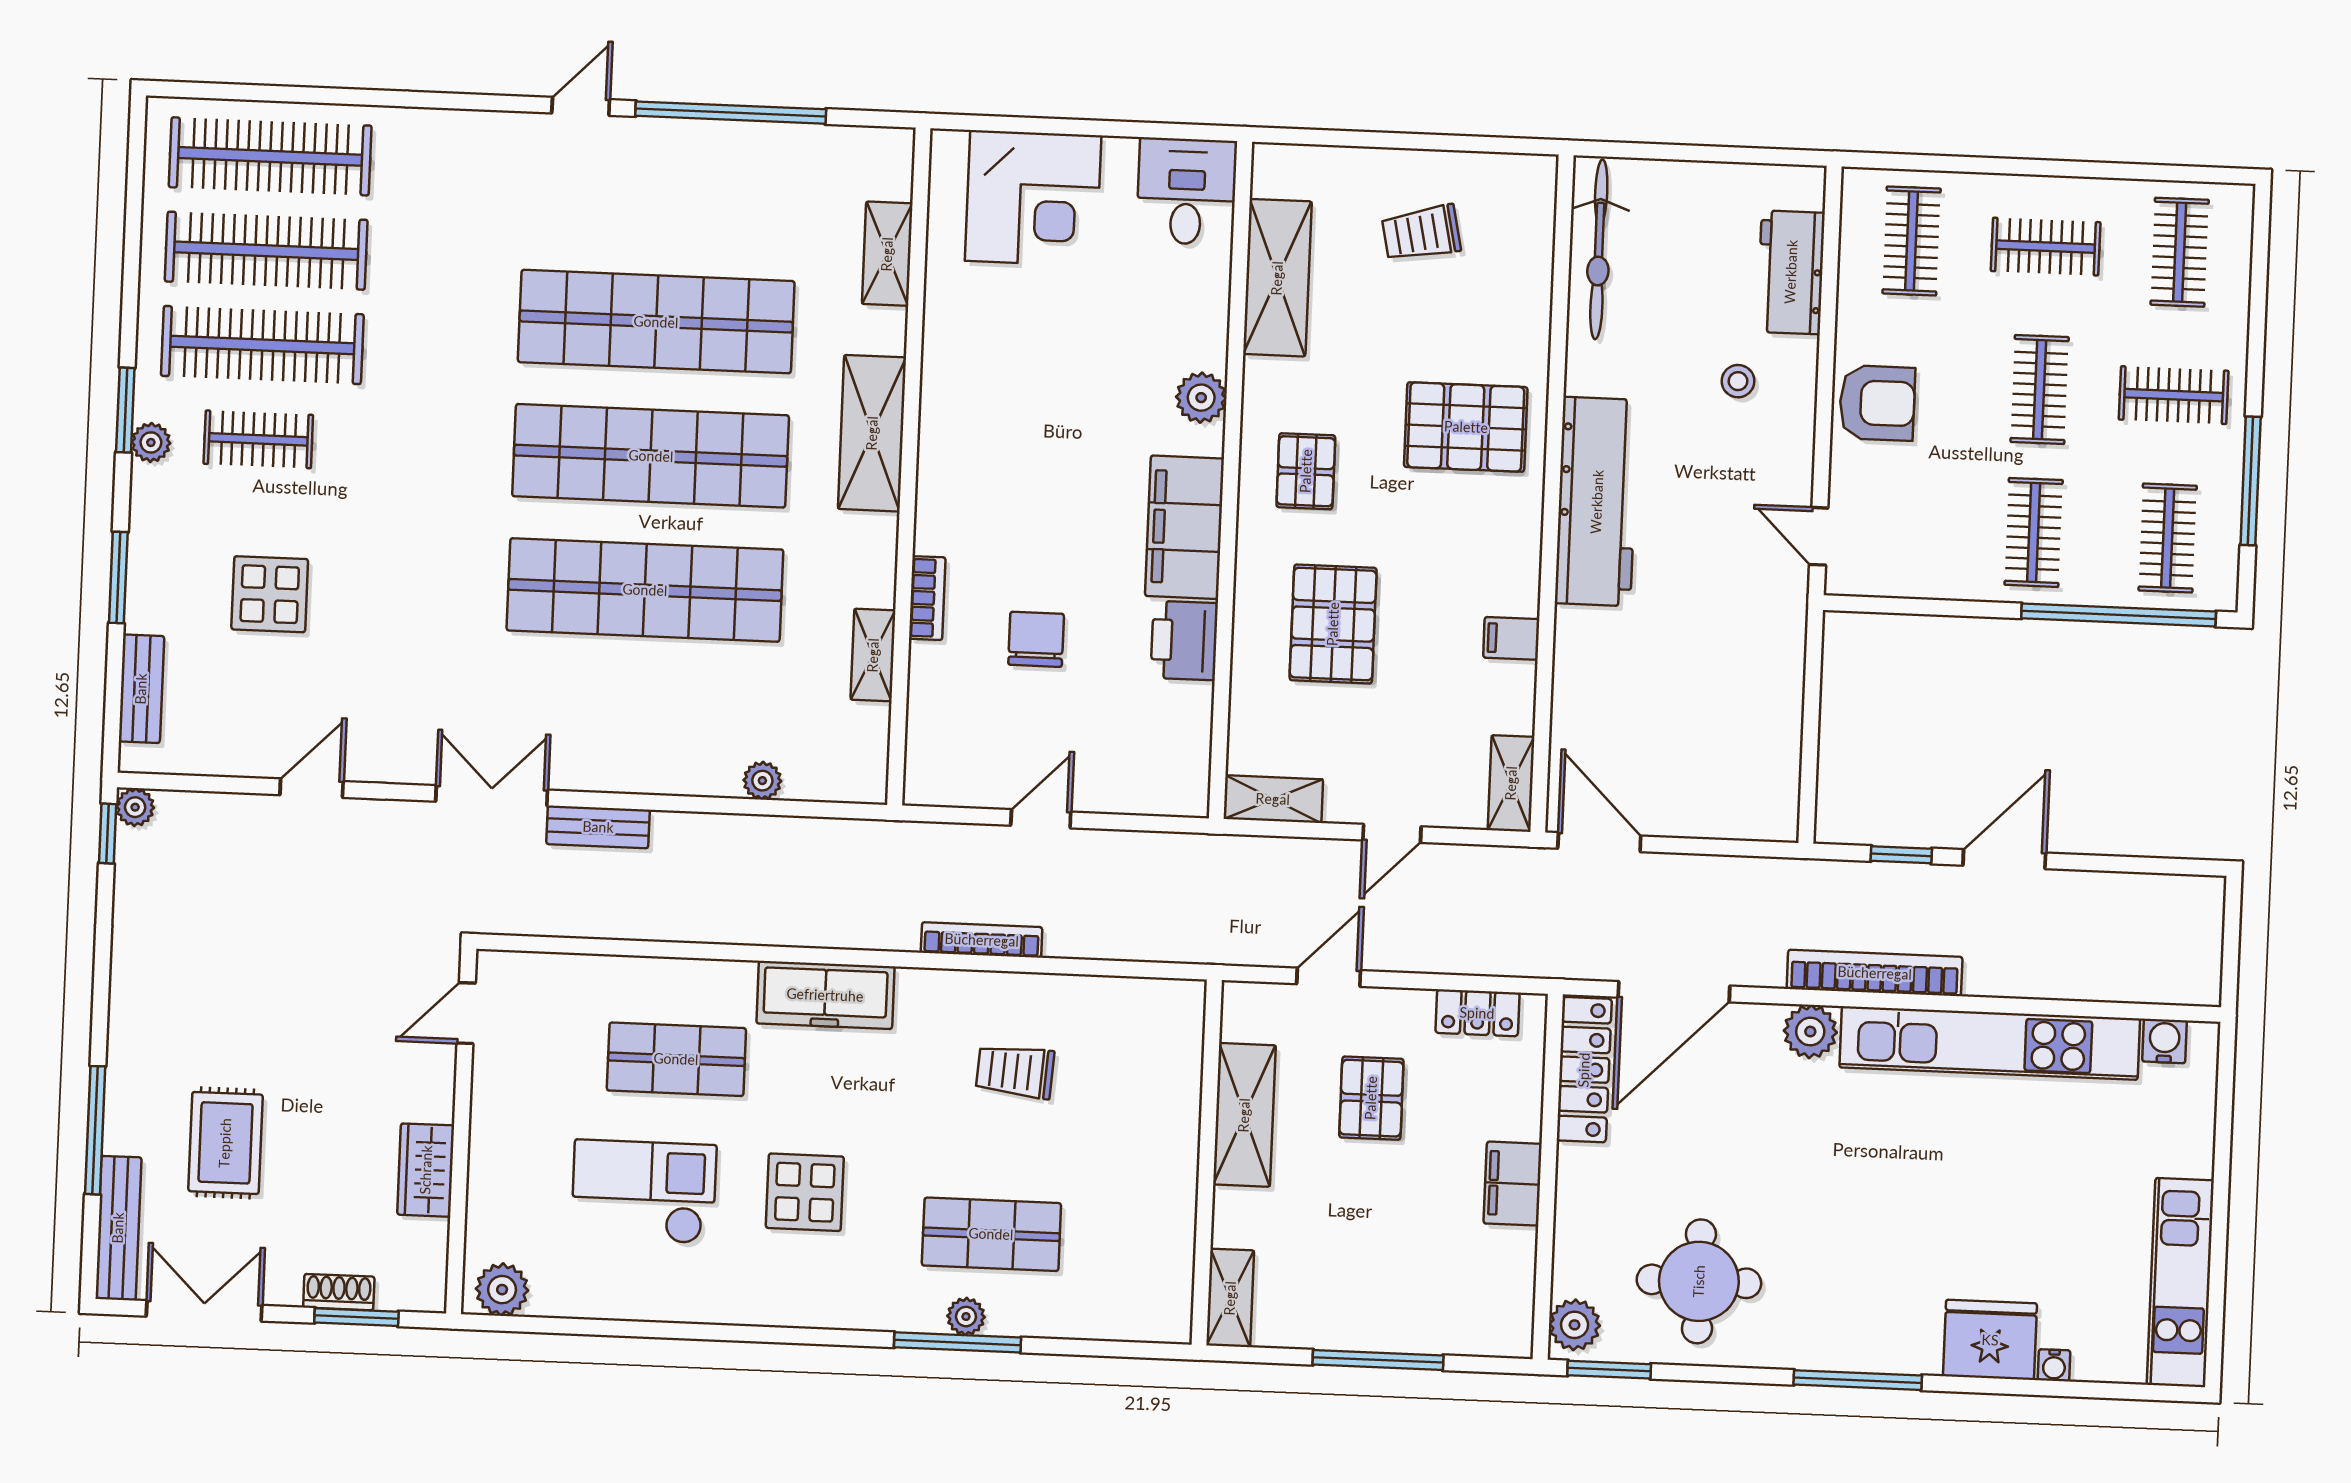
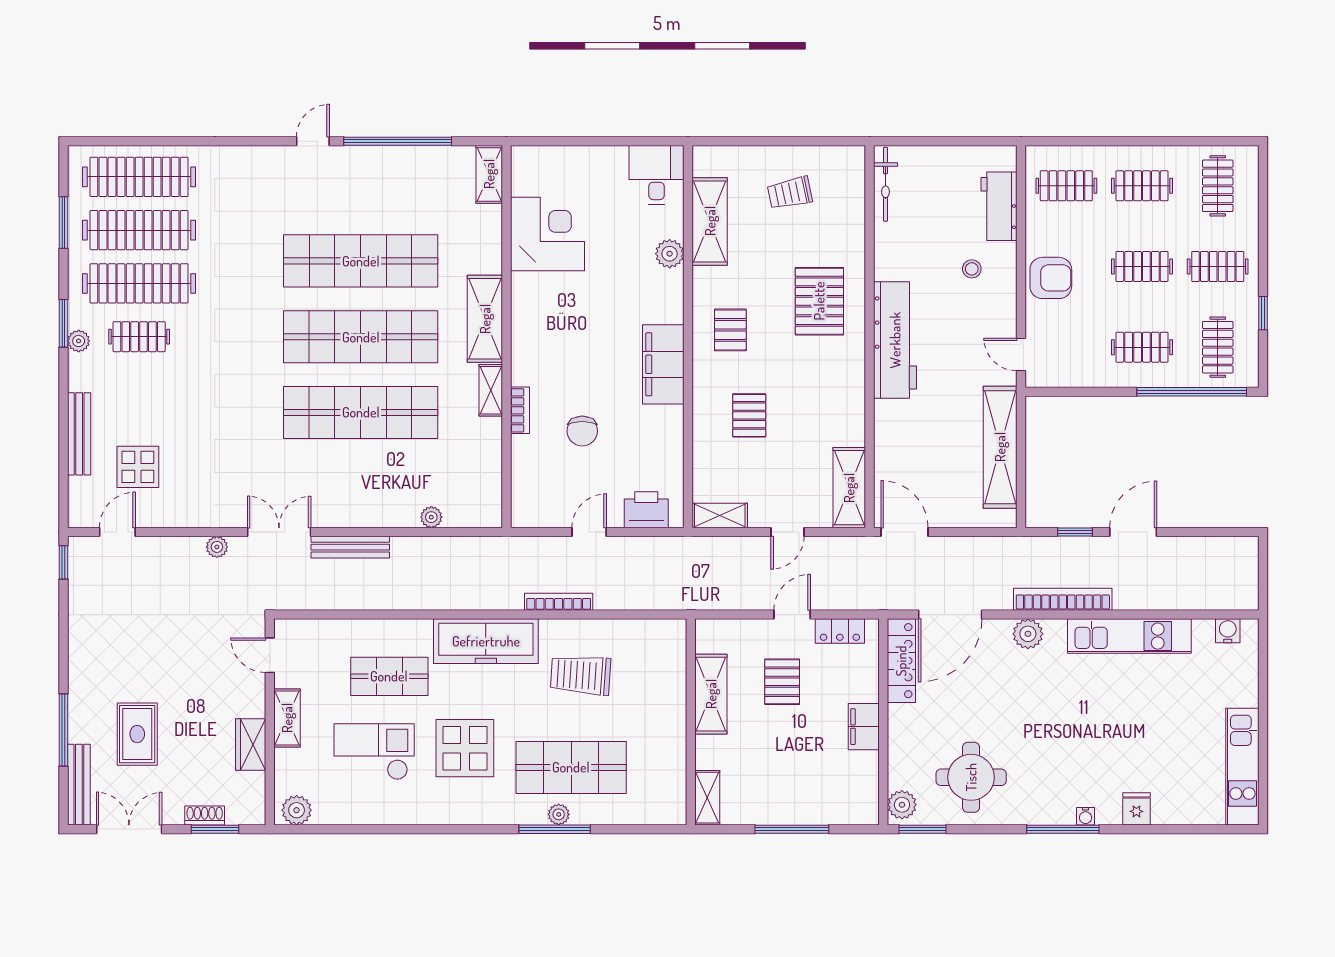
corner desk: (1033, 198) -> (547, 234), moved, turned -90
clothes rail: (1912, 241) -> (1066, 186), turned 90
bicycle: (1599, 249) -> (886, 184), width x0.73, depth x0.71
shelving: (887, 254) -> (489, 174), moved
clothes rail: (2040, 390) -> (1142, 267), turned 90
plant: (1201, 398) -> (670, 254), moved
pallet: (1466, 427) -> (819, 301), turned 90
window: (2251, 481) -> (1263, 313), width x0.46
clothes rail: (2034, 532) -> (1142, 347), turned 90
window: (118, 578) -> (63, 223), moved
display table: (270, 594) -> (138, 467), moved
pallet: (1333, 624) -> (749, 415), width x0.67, depth x0.71
filing cabinet: (1511, 638) -> (850, 419), removed
chair: (1036, 639) -> (582, 431), turned 180
printer: (1184, 640) -> (646, 510), moved, turned 90
shelving: (873, 655) -> (491, 390), moved
bench: (141, 689) -> (79, 434), moved, width x1.36
shelving: (1775, 699) -> (1000, 447), added
shelving: (1511, 783) -> (849, 488), width x1.50, depth x1.33
door: (312, 788) -> (117, 532), moved
plant: (135, 807) -> (217, 547), moved
bench: (598, 827) -> (350, 547), width x1.36
door: (1329, 977) -> (792, 615), moved
freezer: (825, 995) -> (486, 641), width x1.36, depth x1.26
door: (466, 1013) -> (270, 655), hinge flipped
kitchen unit: (1990, 1043) -> (1129, 636), width x0.73
trolley: (1015, 1071) -> (581, 675), width x1.36, depth x1.39
shelving: (492, 1126) -> (287, 718), added
display table: (805, 1192) -> (465, 748), width x1.36, depth x1.36
shop shelf: (991, 1234) -> (571, 767), width x1.43, depth x1.36
fridge: (1990, 1340) -> (1136, 809), width x0.53, depth x0.75
water cooler: (2054, 1365) -> (1086, 816), moved

